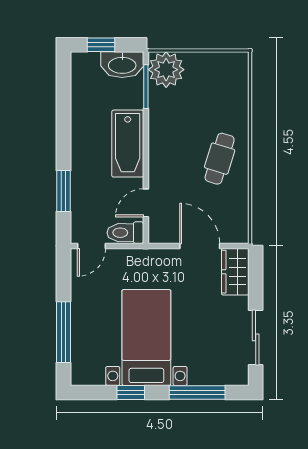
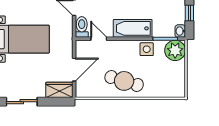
washbasin: (122, 65) -> (180, 31), width x0.52, depth x0.69
side table: (164, 119) -> (147, 49), added
cafe table: (220, 159) -> (124, 81), width x1.37, depth x1.35

